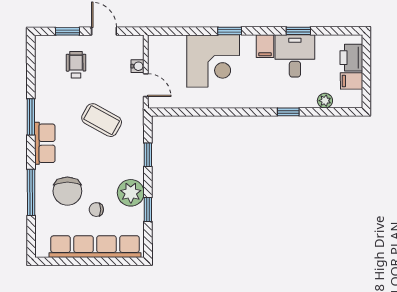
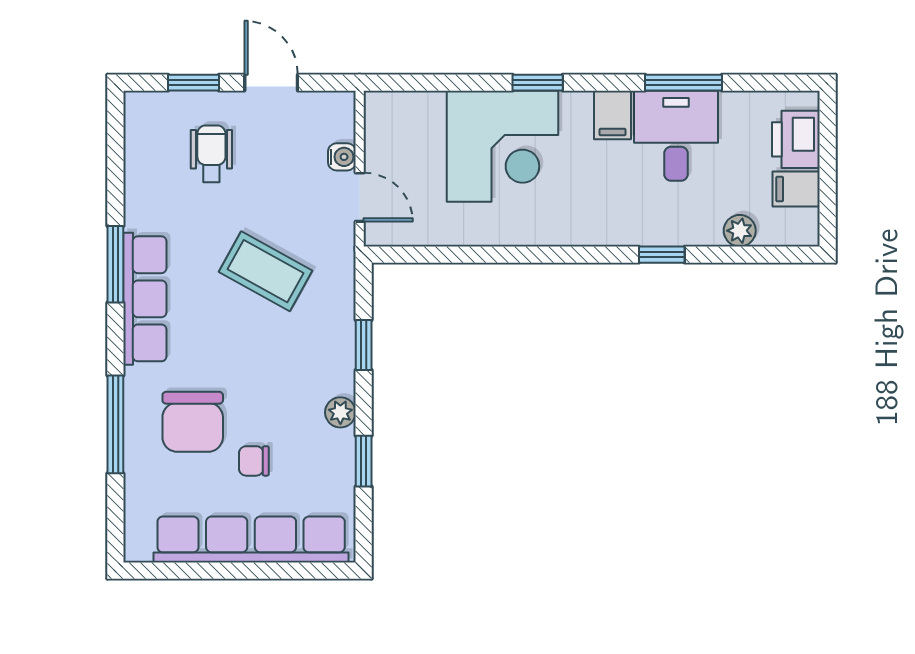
window: (298, 31) -> (683, 83), width x1.50
row of seats: (45, 143) -> (145, 299), width x1.48
plant: (131, 193) -> (340, 412), width x0.53, depth x0.53

